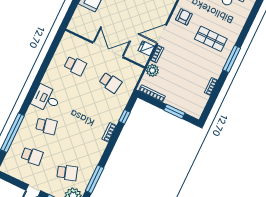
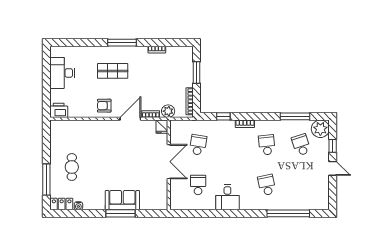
door: (162, 34) -> (130, 119), swing flipped
shop shelf: (211, 39) -> (113, 71), turned 90
fridge: (146, 48) -> (162, 127), moved
double door: (108, 50) -> (169, 162), swing flipped
desk: (46, 99) -> (227, 197), moved
school desk: (32, 156) -> (267, 145), moved

